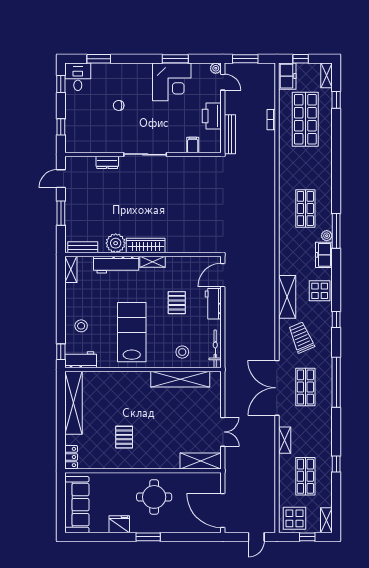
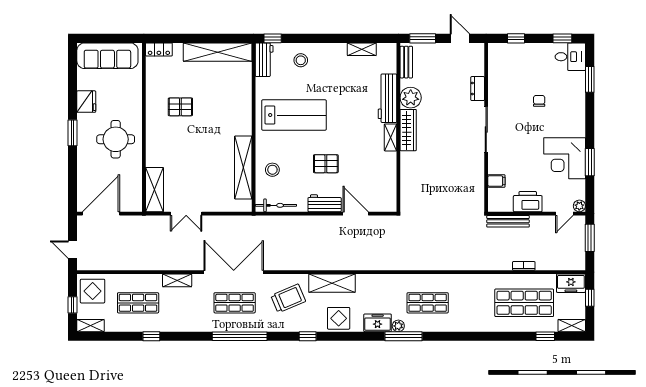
plant: (116, 243) -> (411, 98), moved
wardrobe: (146, 245) -> (408, 130), moved
bench: (83, 247) -> (406, 62), moved
wall: (143, 254) -> (398, 127), moved
shelving: (152, 262) -> (390, 137), moved
workbench: (116, 265) -> (387, 98), moved

